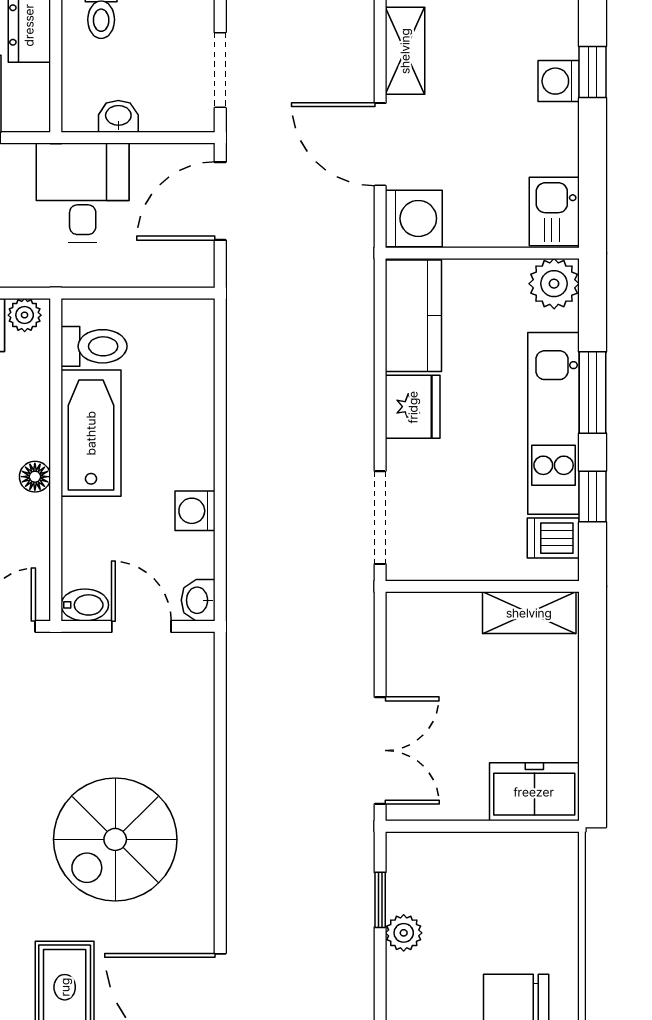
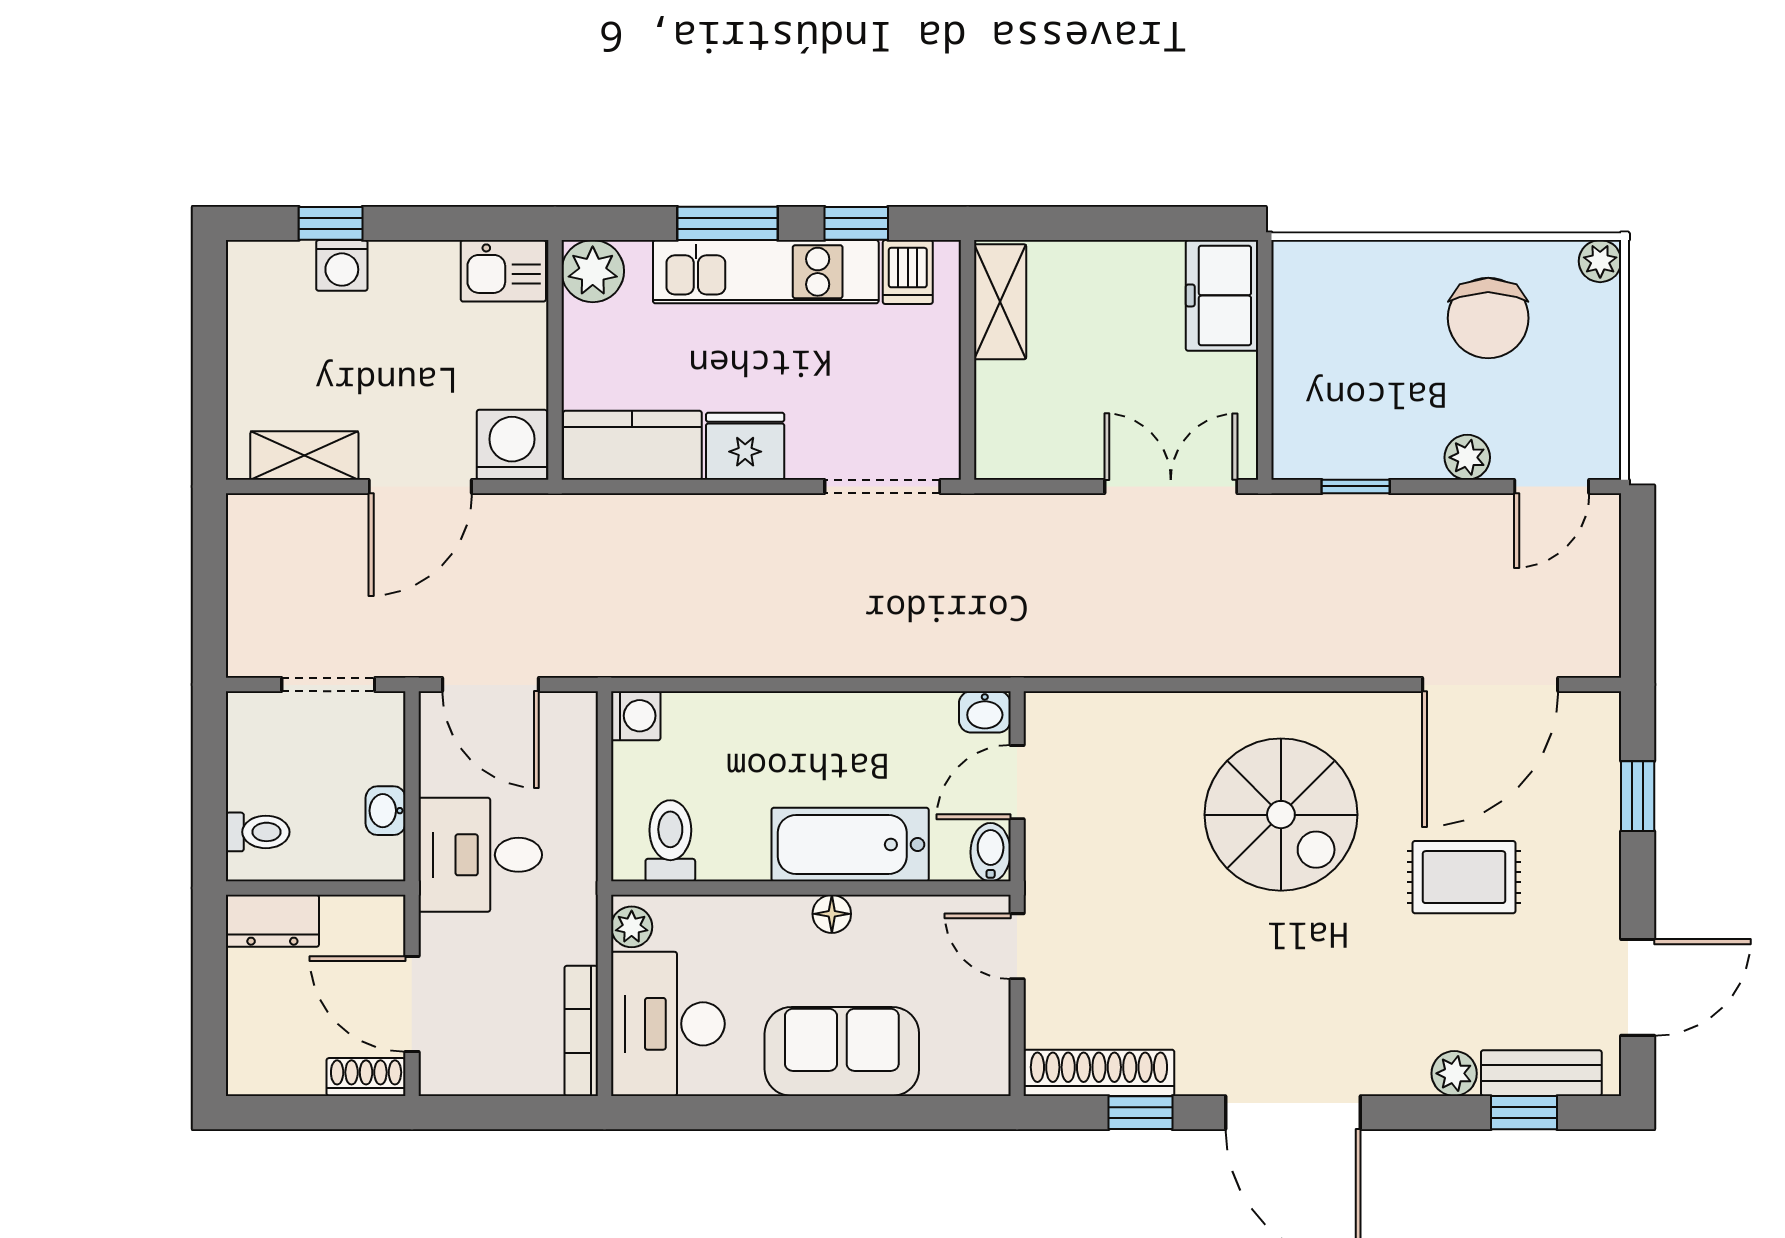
bathtub: (91, 433) -> (850, 845), moved
washing machine: (195, 511) -> (636, 716), moved, turned -90
plant: (404, 933) -> (1467, 457), moved

